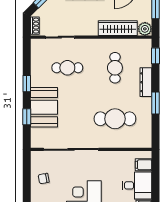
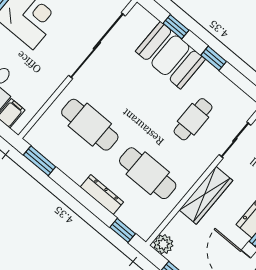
wardrobe: (118, 28) -> (206, 195), moved
cafe table: (115, 68) -> (148, 173), width x1.37, depth x1.35
window: (155, 103) -> (40, 161), moved
cafe table: (115, 119) -> (90, 125), turned 90

